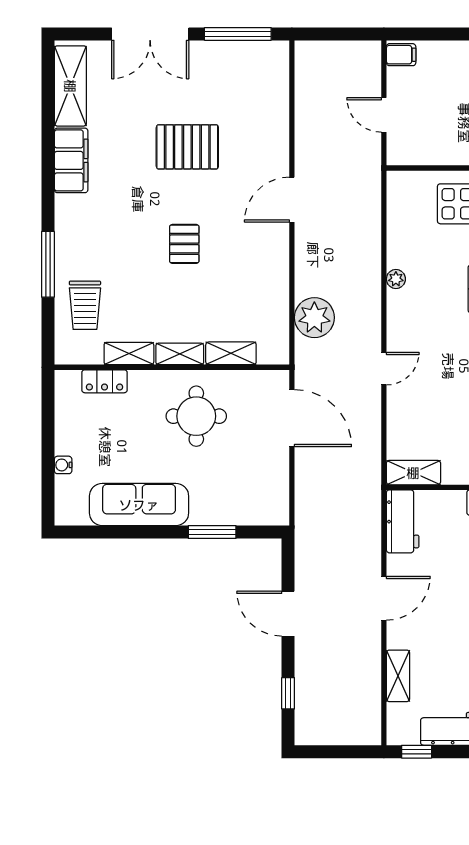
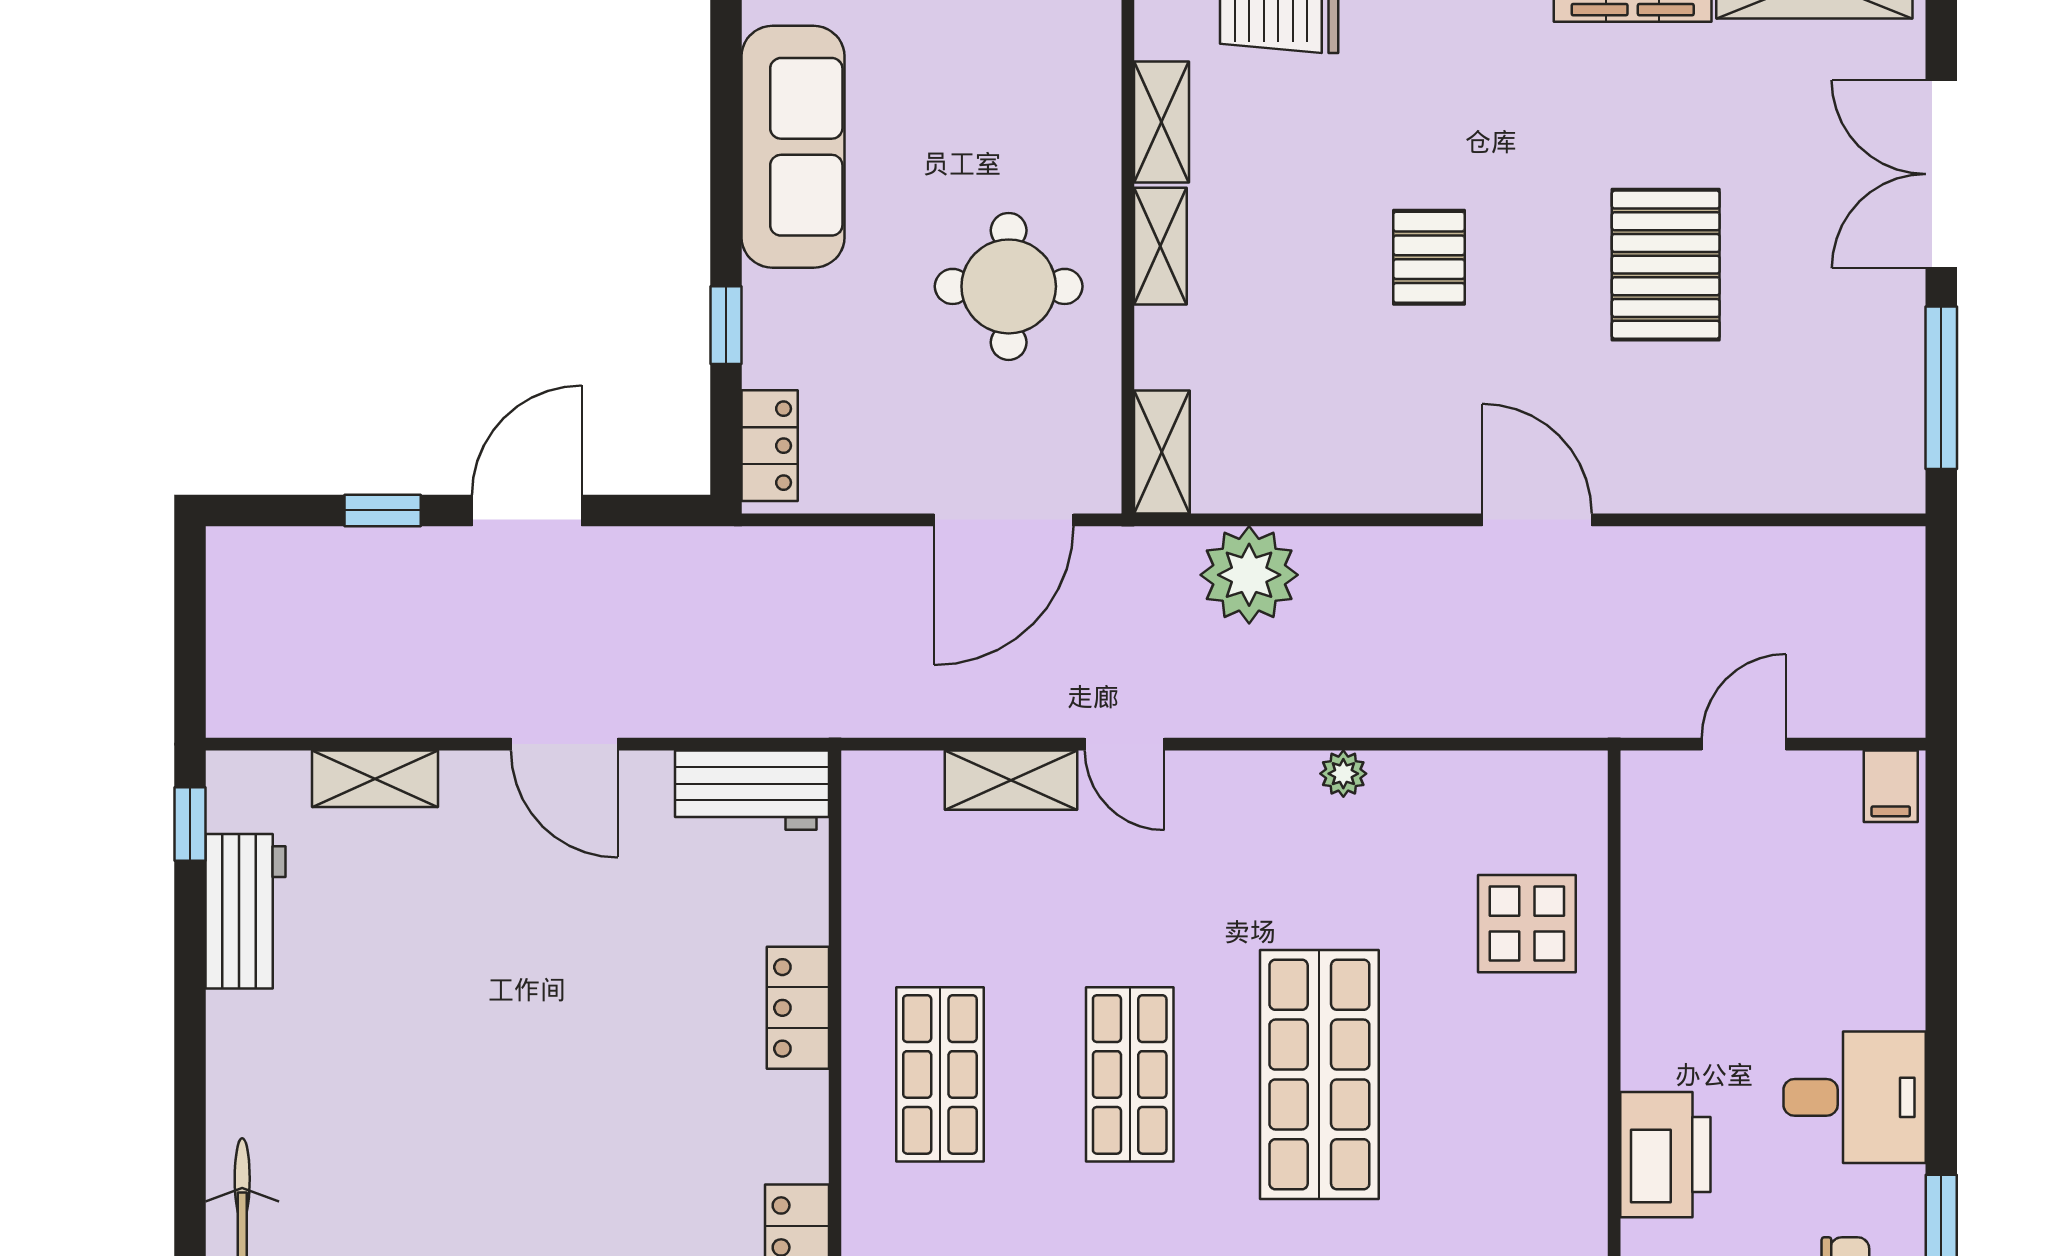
pallet: (184, 244) -> (1429, 257), turned 90
shelving: (231, 353) -> (1162, 452), moved
locker: (105, 381) -> (770, 446), moved, turned 180
shelving: (413, 473) -> (1011, 780), moved, turned 90
window: (212, 532) -> (726, 325), width x0.67
window: (288, 693) -> (383, 510), moved

